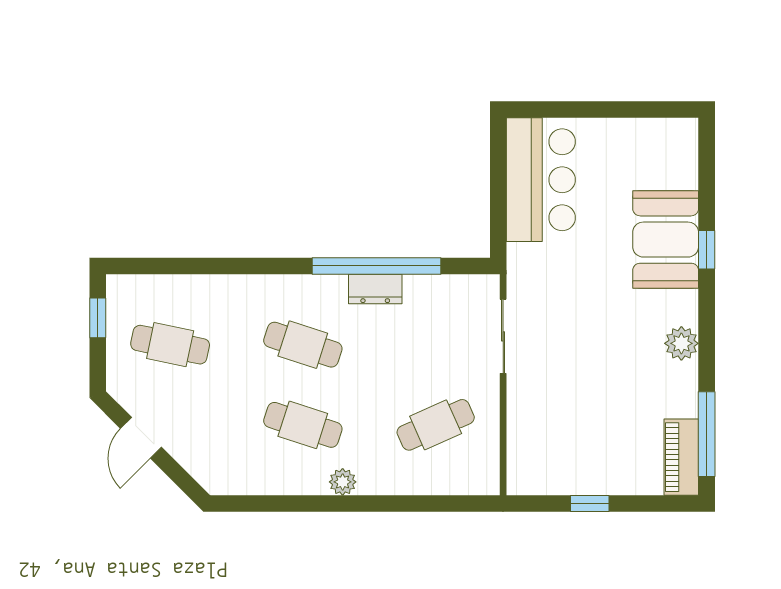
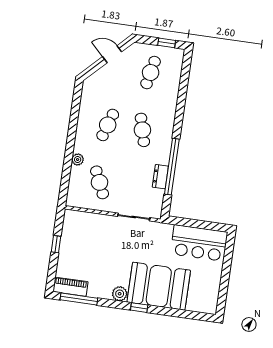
booth: (666, 240) -> (159, 286), width x1.36, depth x1.42
window: (707, 250) -> (139, 308), moved
dresser: (375, 289) -> (160, 177), moved
cafe table: (303, 345) -> (142, 130), turned -33
plant: (343, 482) -> (78, 160), moved

